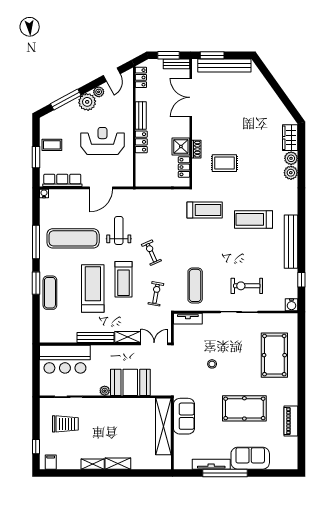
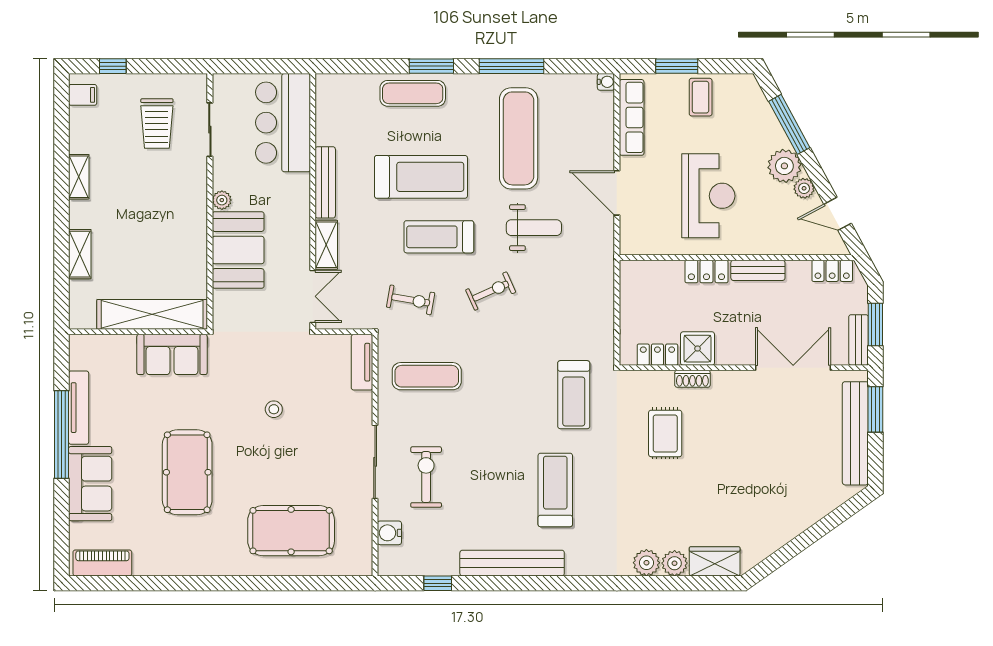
water cooler: (292, 305) -> (389, 533), moved
piano: (291, 421) -> (102, 563), moved
shelving: (118, 464) -> (80, 254), moved

